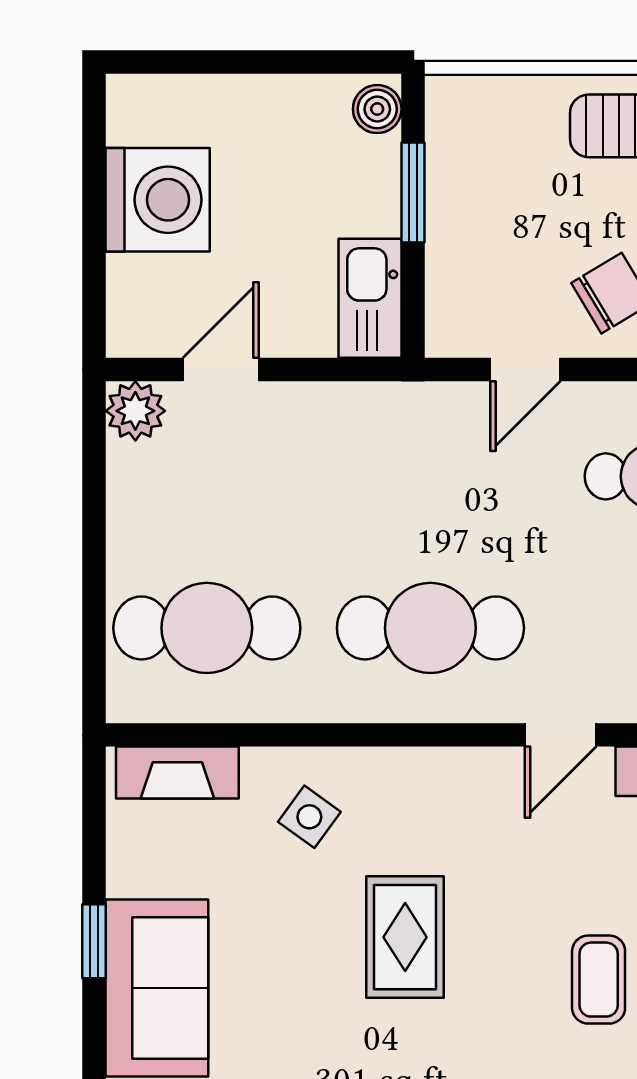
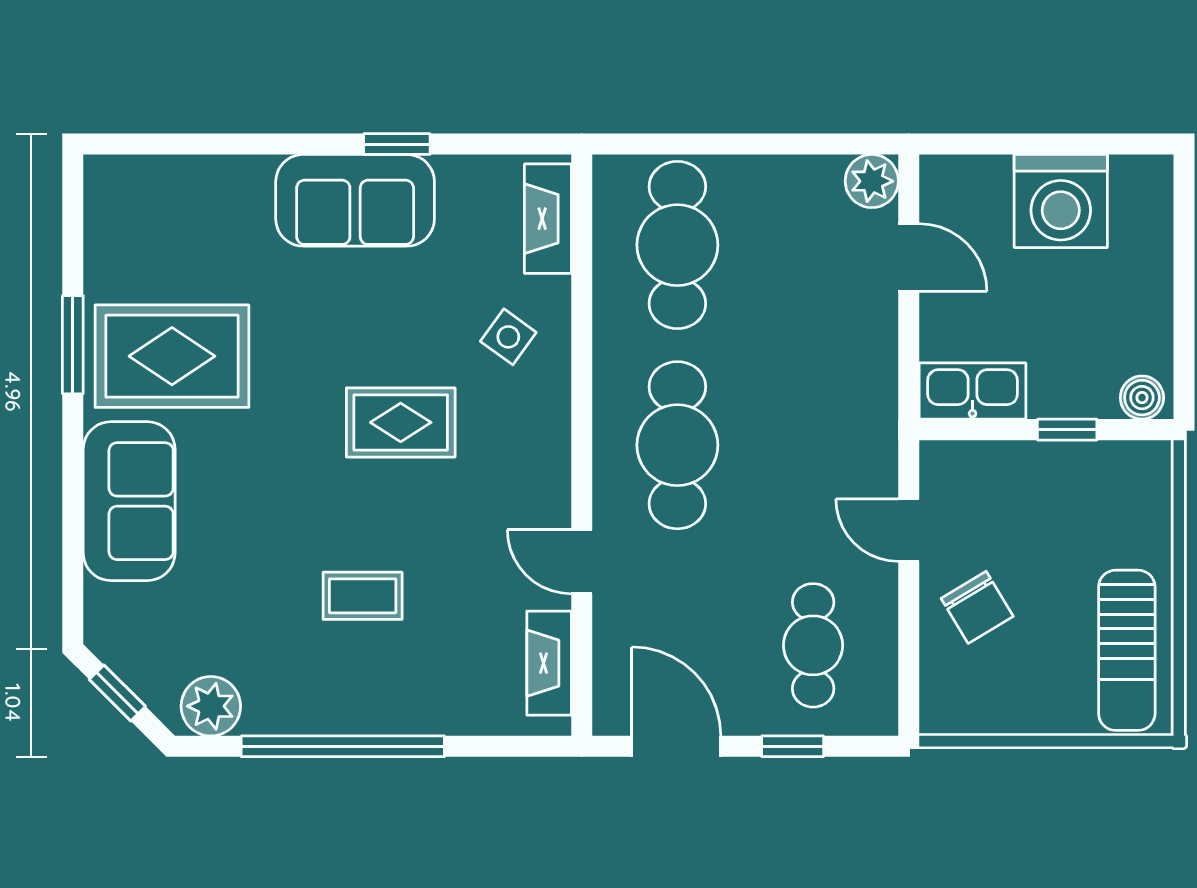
window: (413, 193) -> (1067, 430), width x0.67

